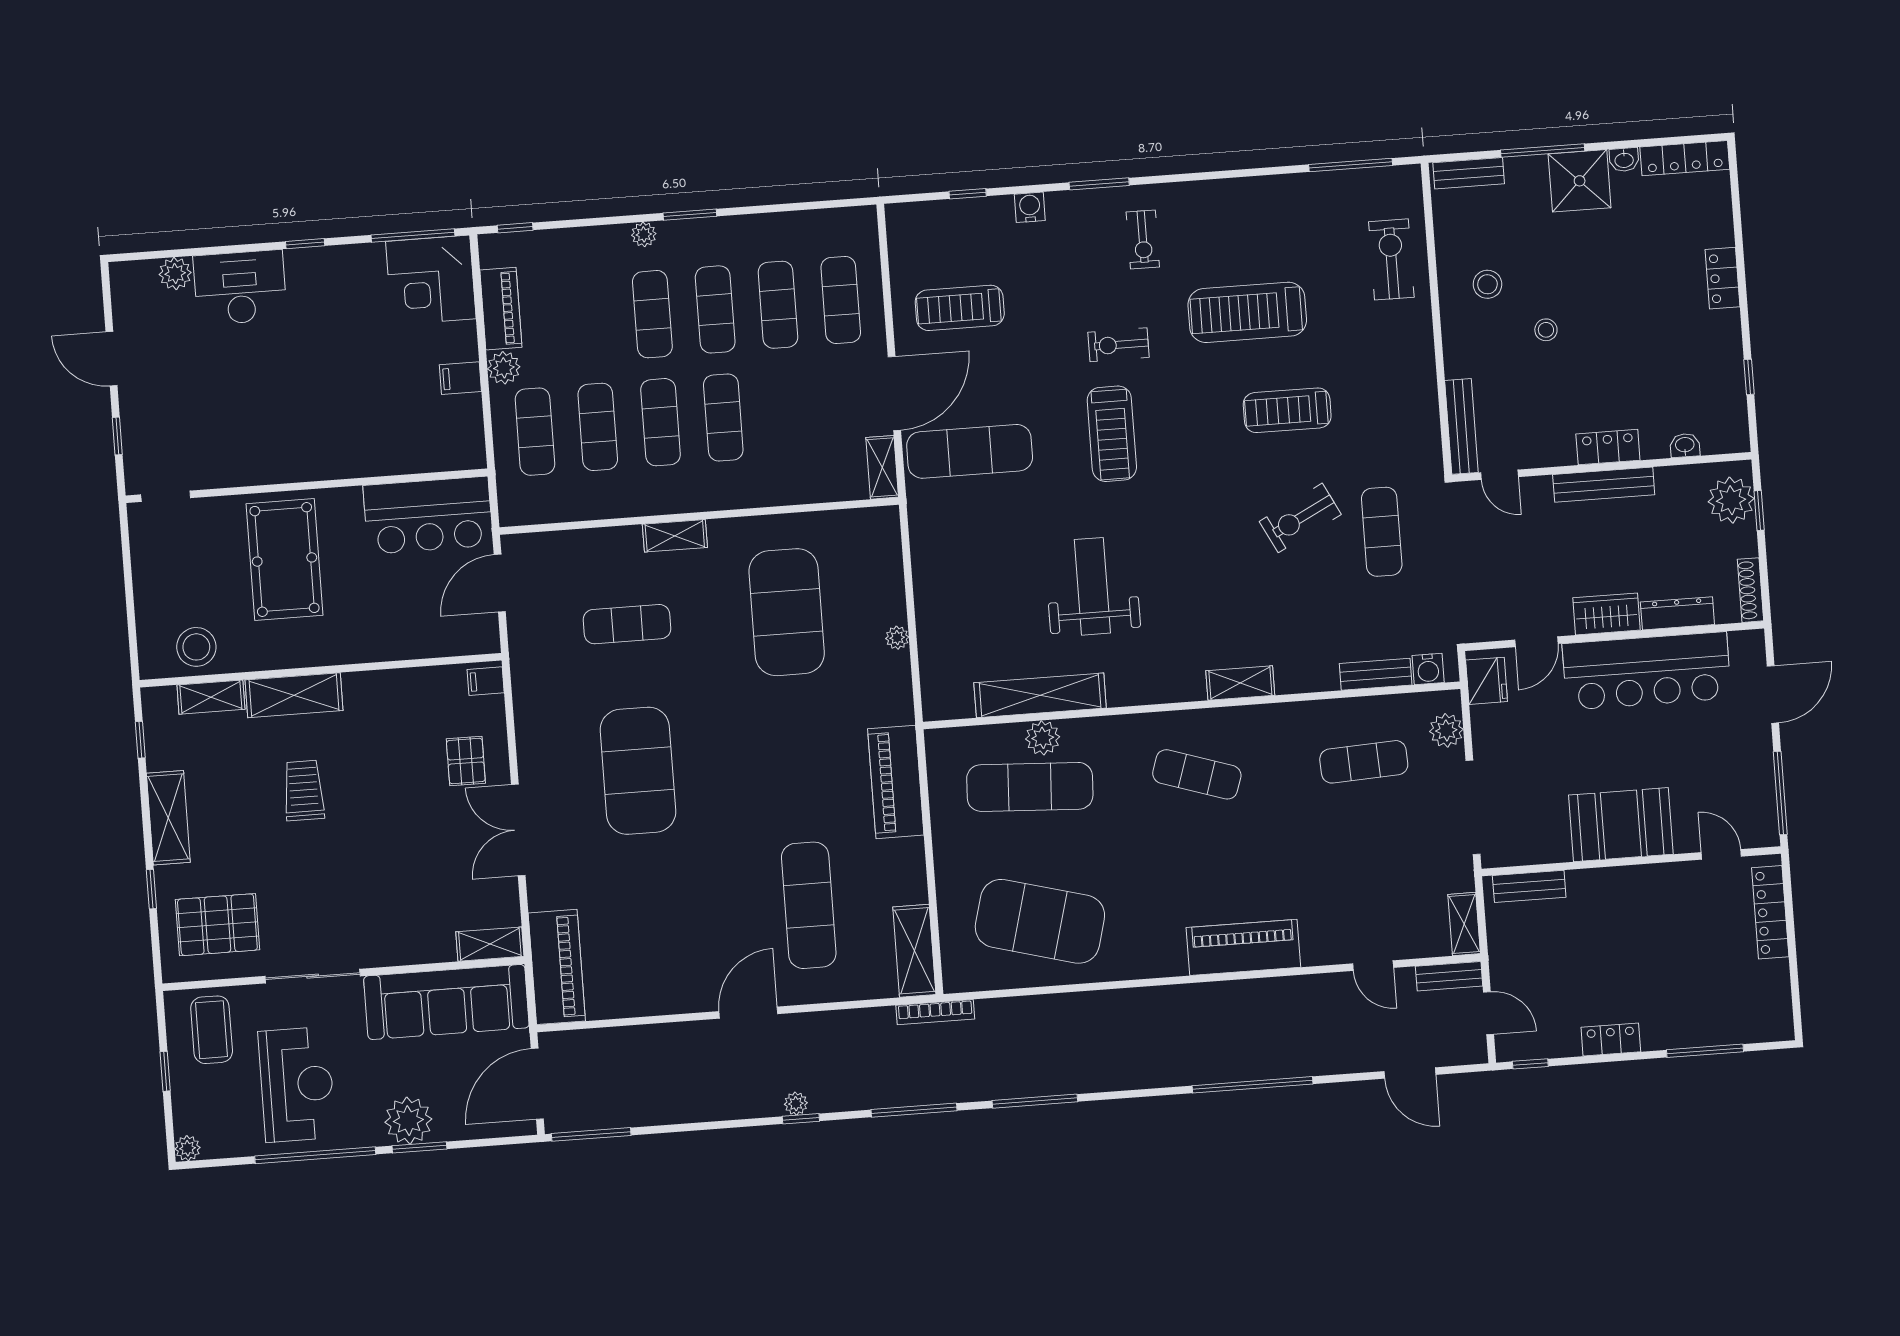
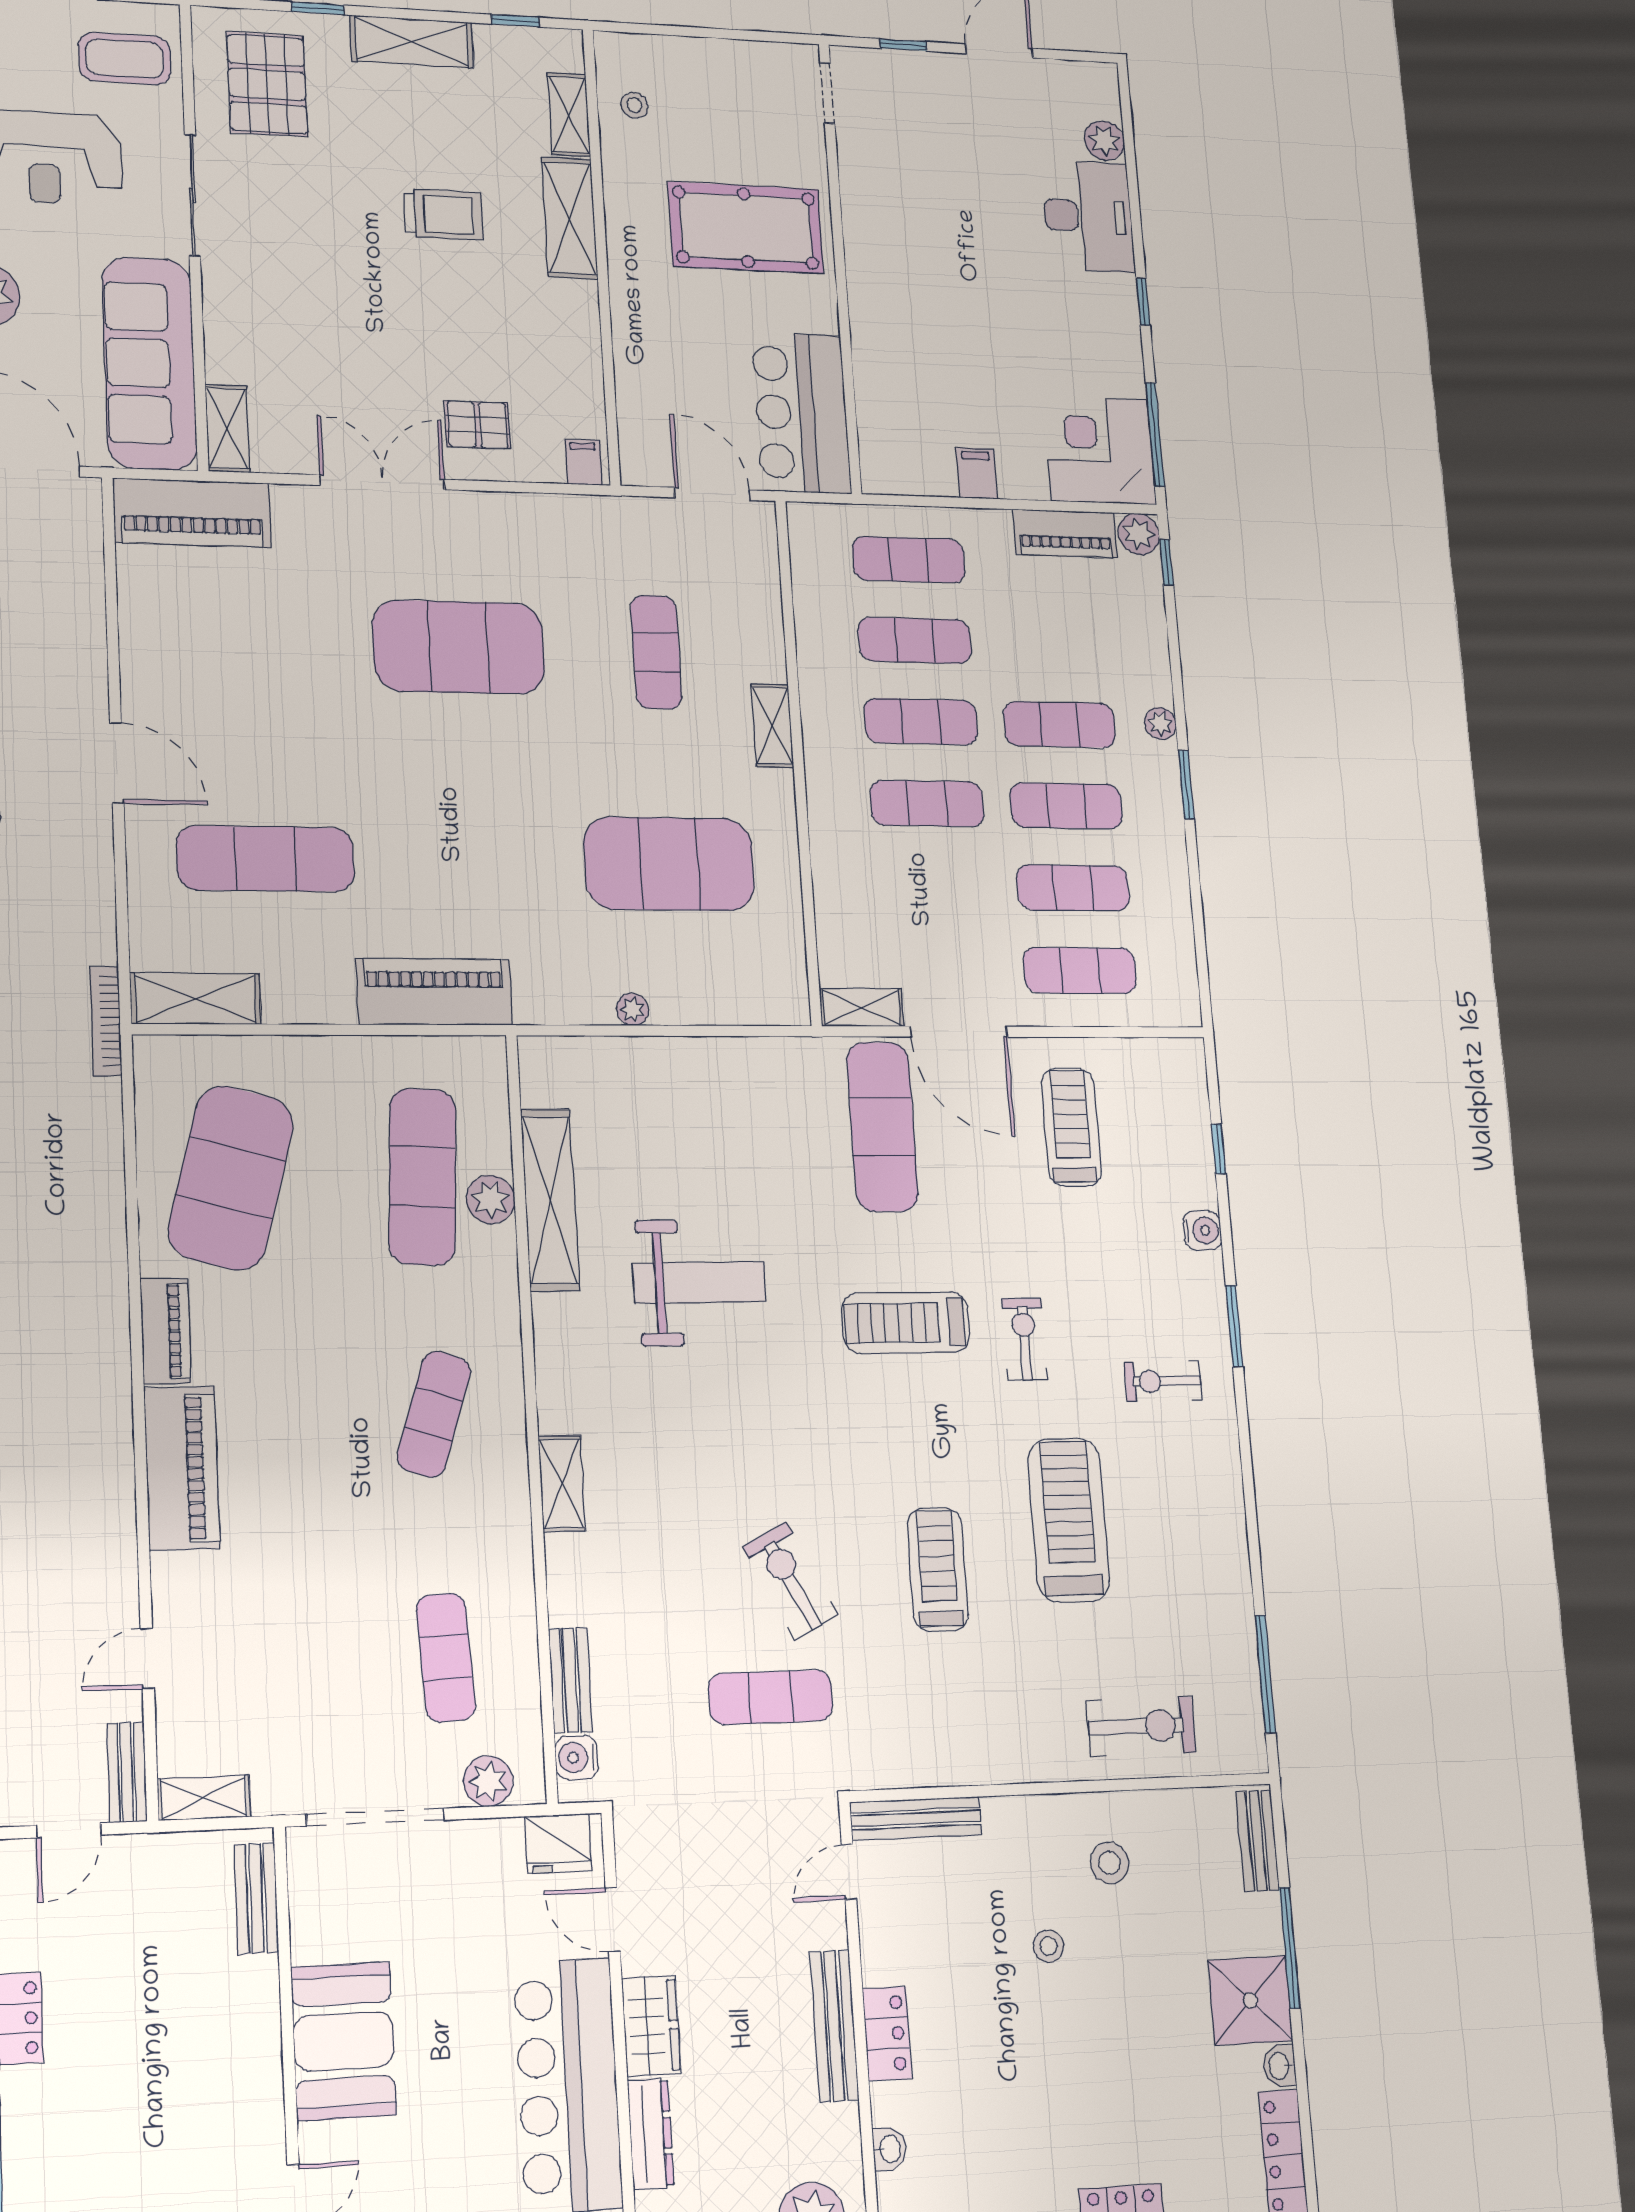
plant: (504, 368) -> (1139, 534), moved
stool: (196, 647) -> (634, 105), width x0.53, depth x0.53
piano: (1150, 962) -> (166, 1331), added

